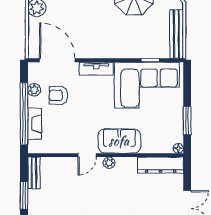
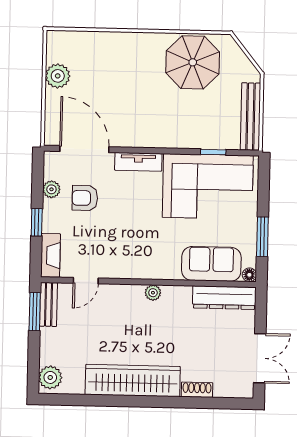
window: (24, 114) -> (37, 222), width x0.32
fireplace: (35, 124) -> (51, 255), moved
sofa: (119, 141) -> (211, 264), moved
door: (87, 155) -> (86, 281), moved
window: (24, 195) -> (35, 312), moved

